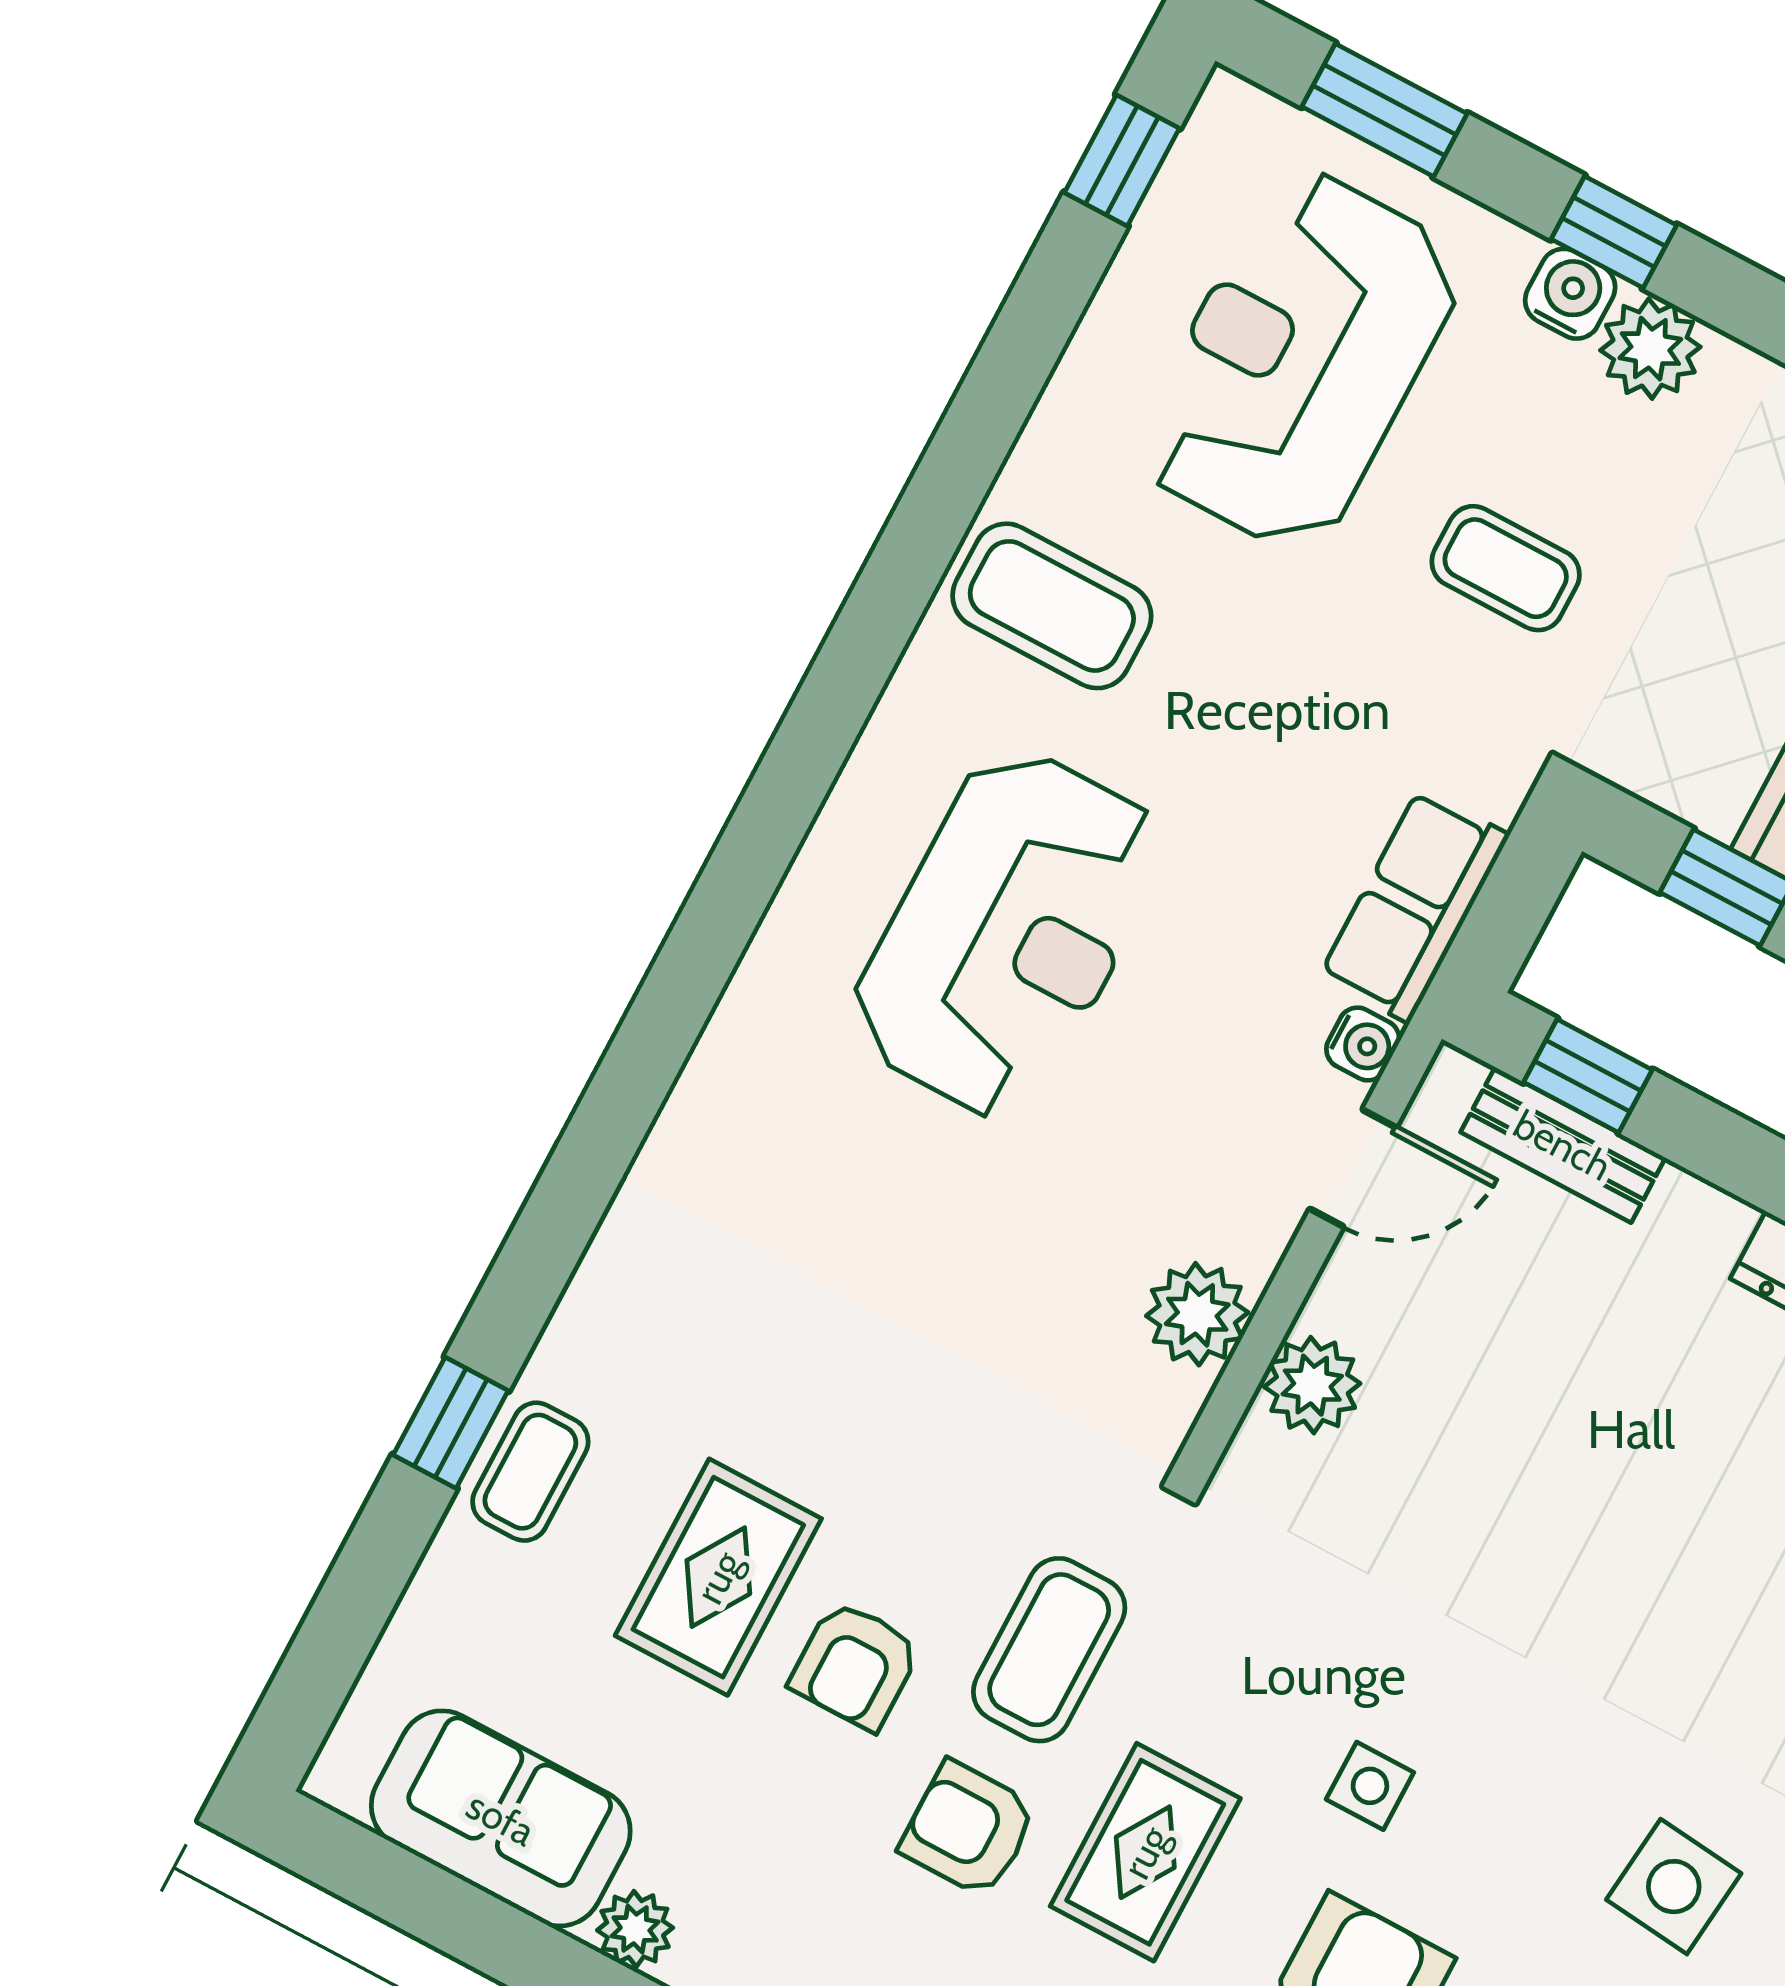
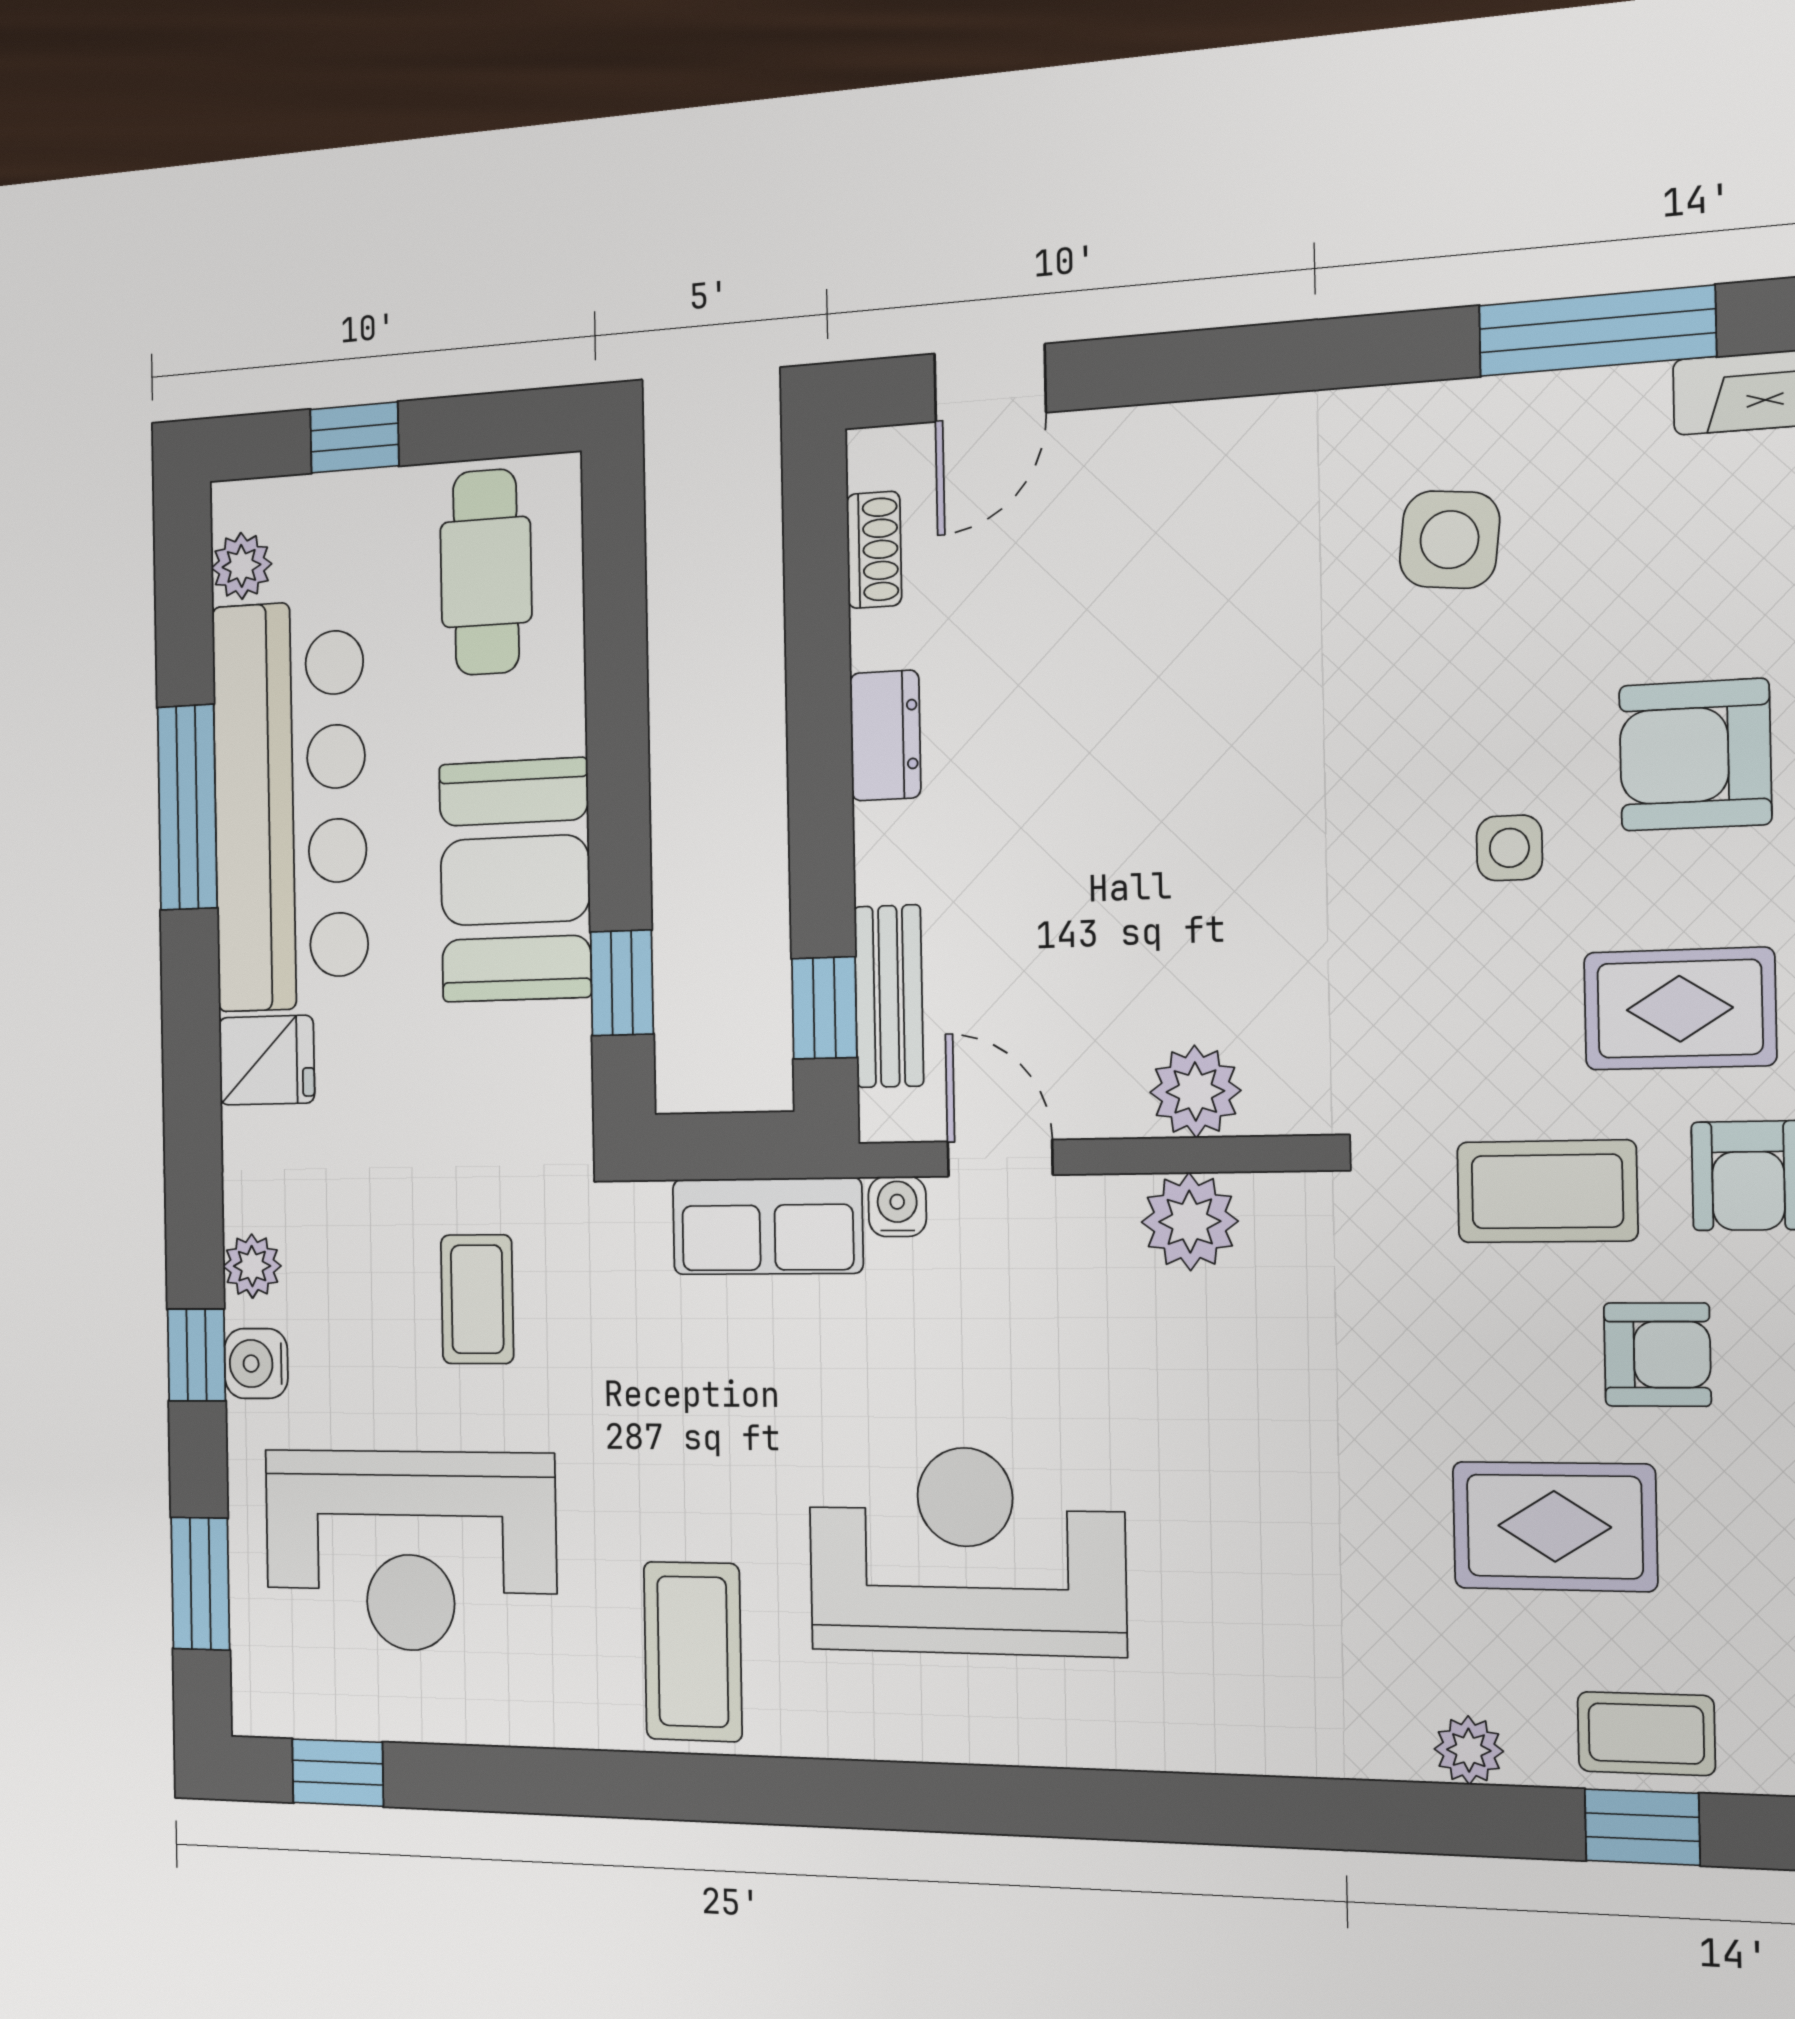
plant: (1650, 349) -> (252, 1266), width x0.73, depth x0.73
plant: (593, 1306) -> (1469, 1750), added
rug: (718, 1577) -> (1554, 1526), moved

